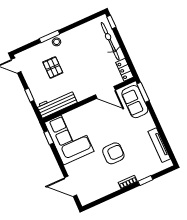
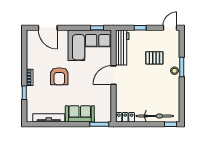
door: (105, 92) -> (114, 75), moved
sofa: (135, 102) -> (80, 114), moved
door: (71, 186) -> (48, 28), swing flipped

